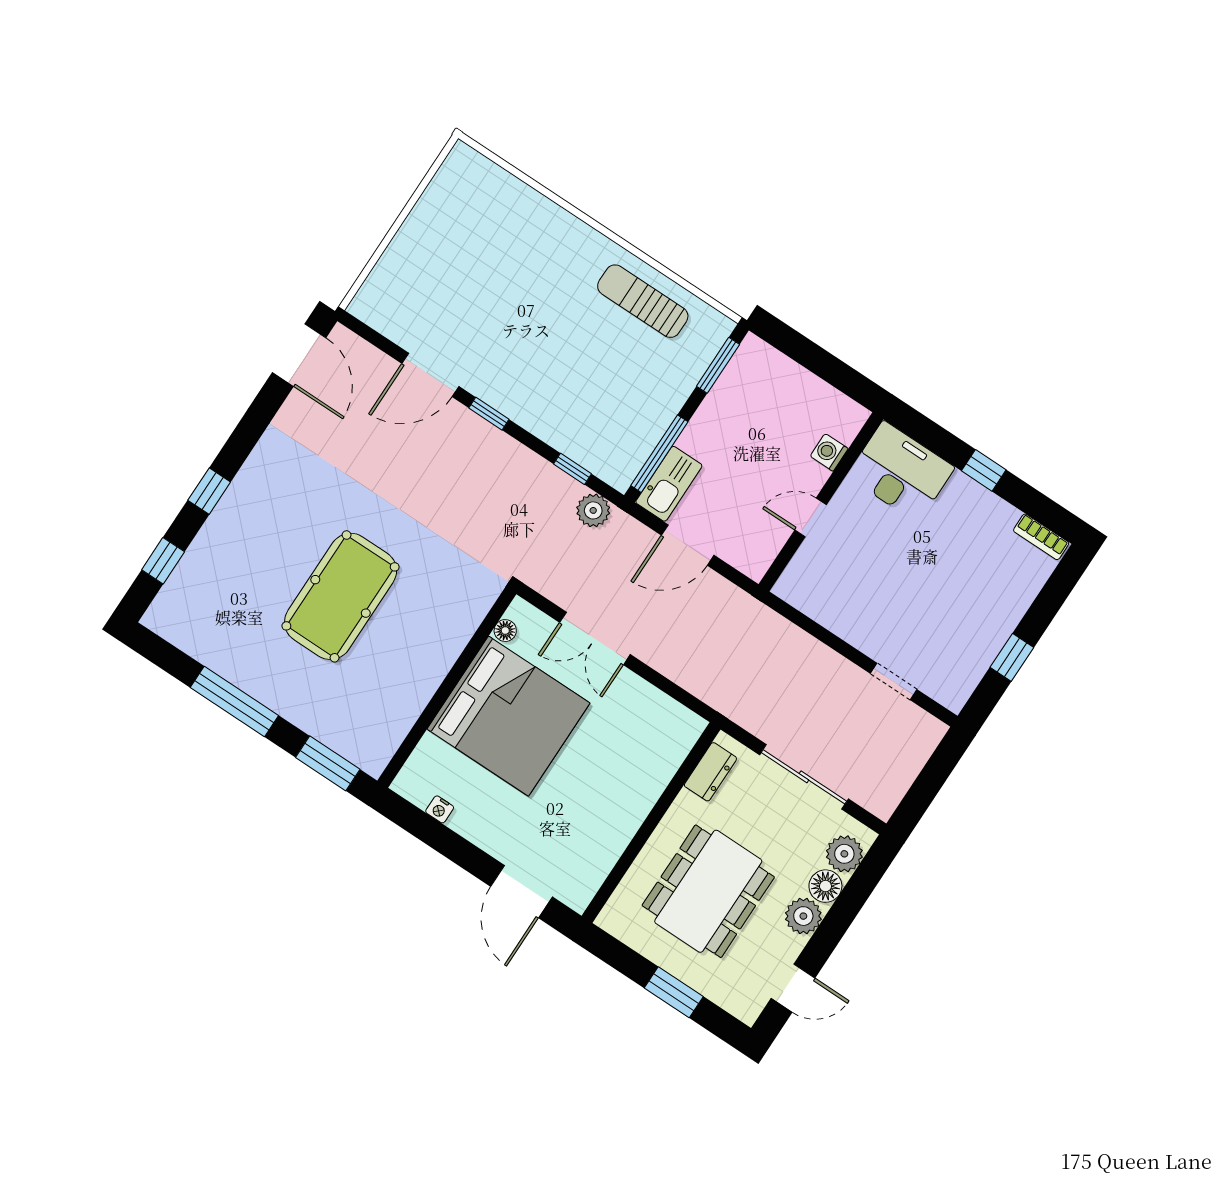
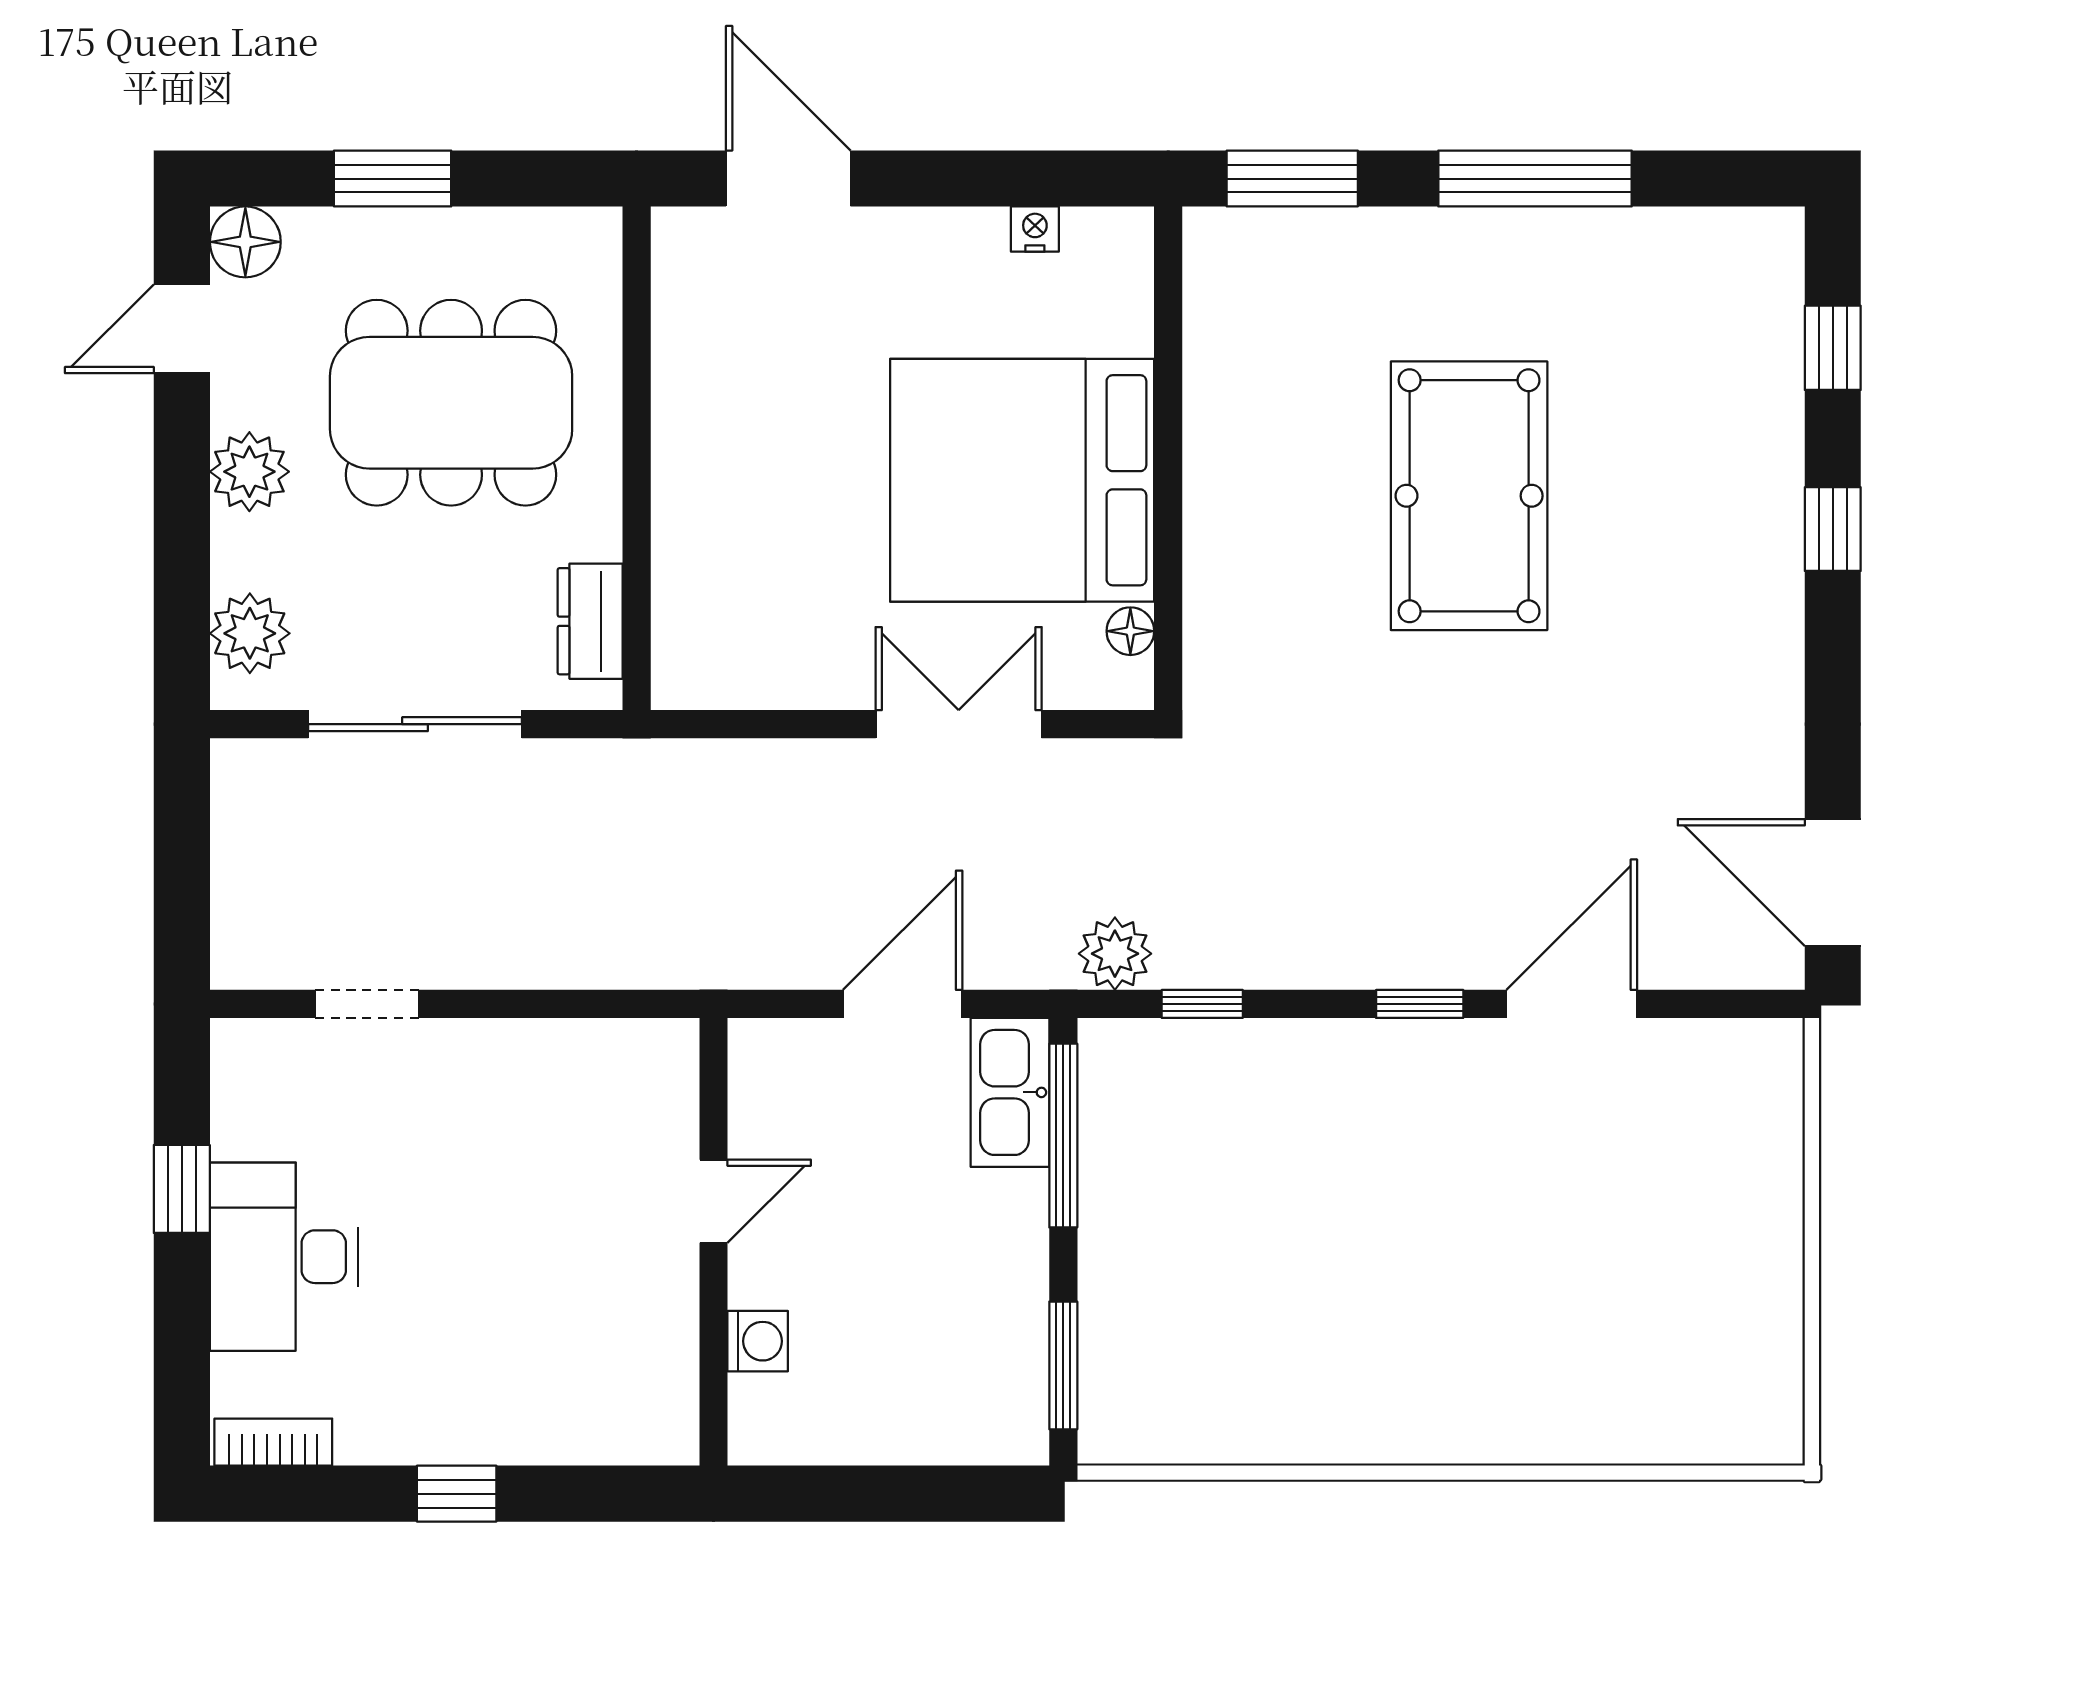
sun lounger: (643, 301) -> (1276, 1392), removed
desk: (901, 472) -> (284, 1257), moved, turned 90
floor lamp: (825, 886) -> (245, 242), moved
dining table: (708, 891) -> (451, 403), turned 90

